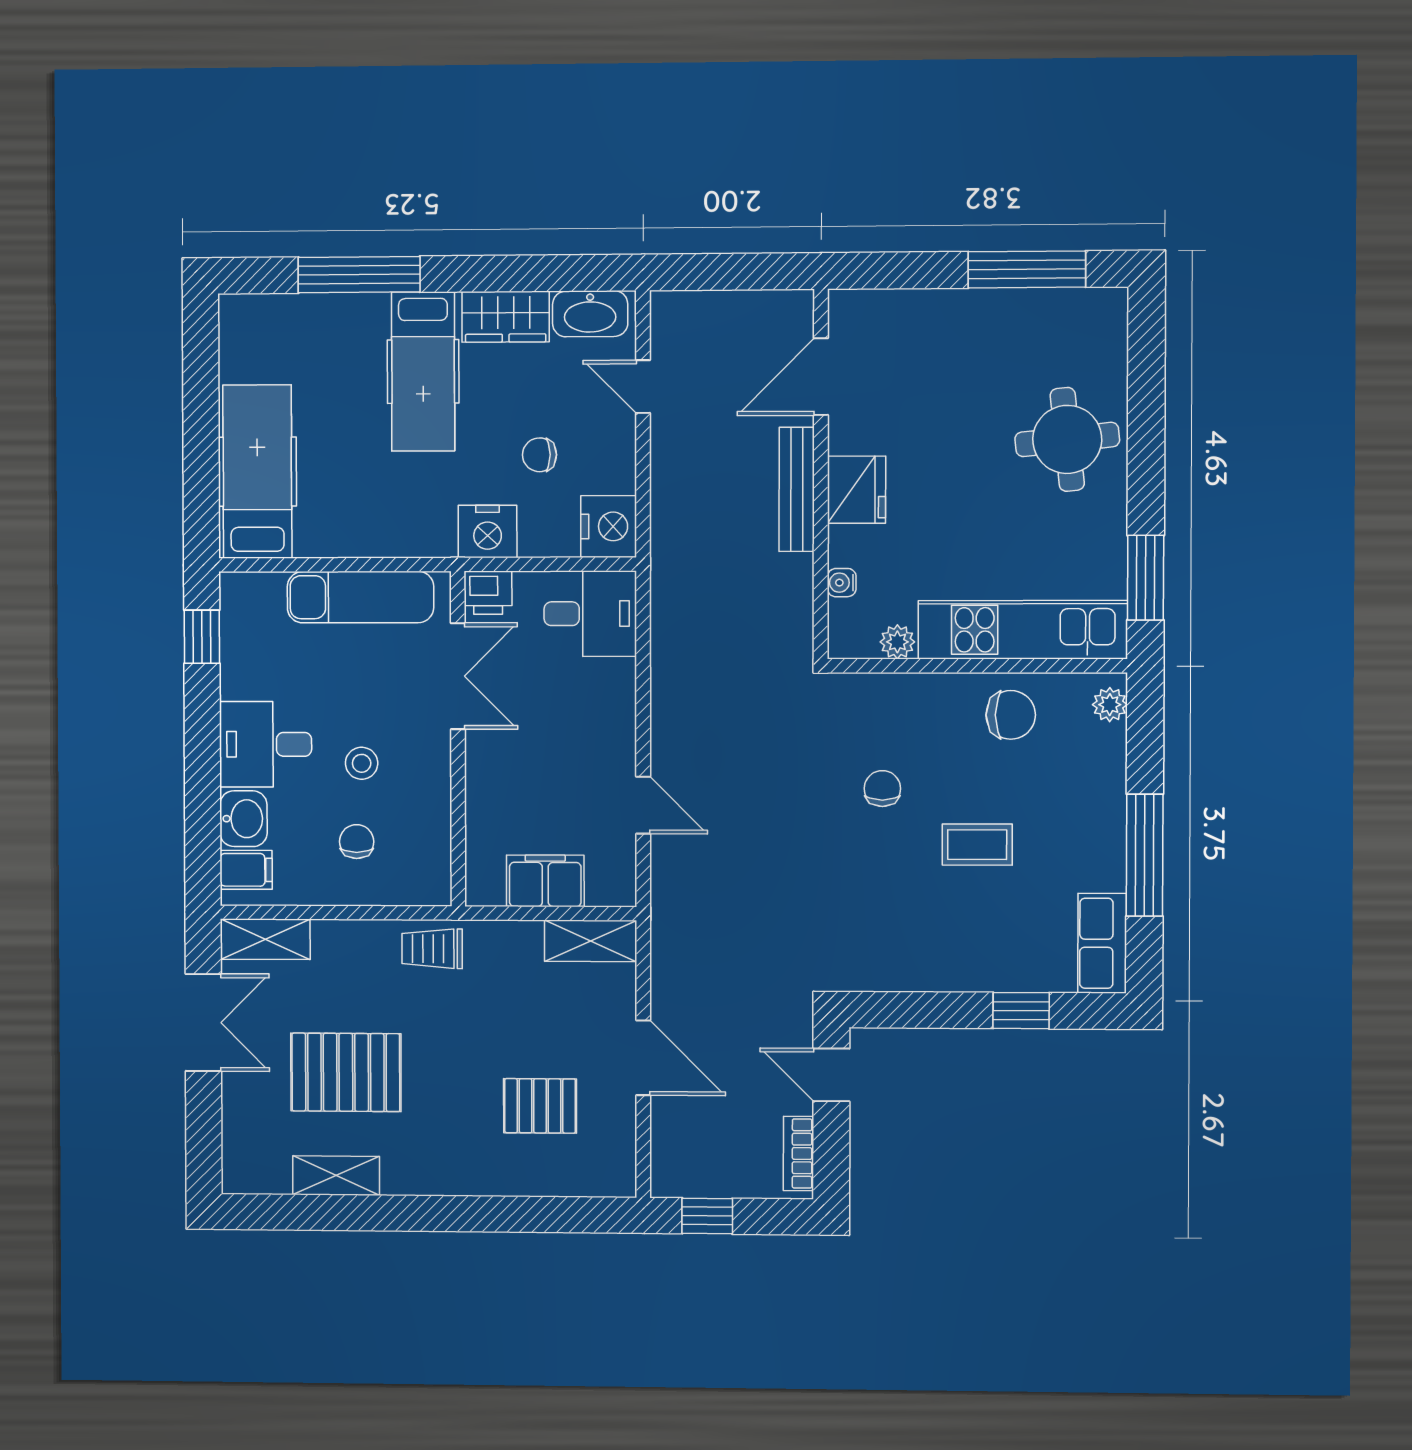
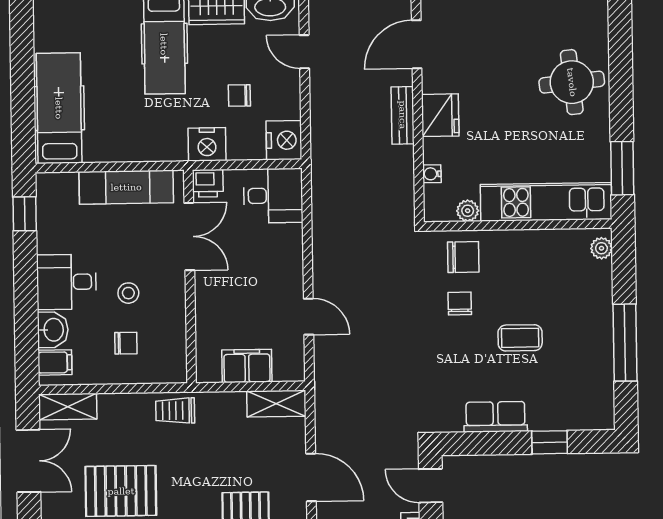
bench: (797, 489) -> (403, 115), width x0.73
chair: (1011, 715) -> (463, 257), moved
chair: (357, 842) -> (126, 343), turned 90
row of seats: (1102, 943) -> (495, 417), moved, turned 90

